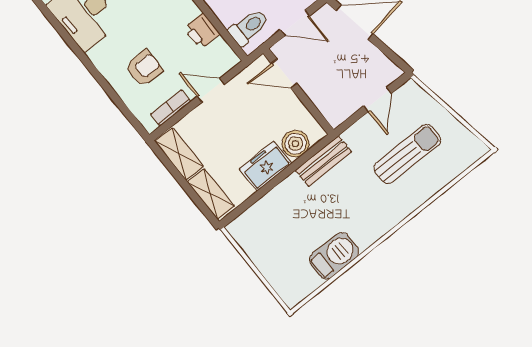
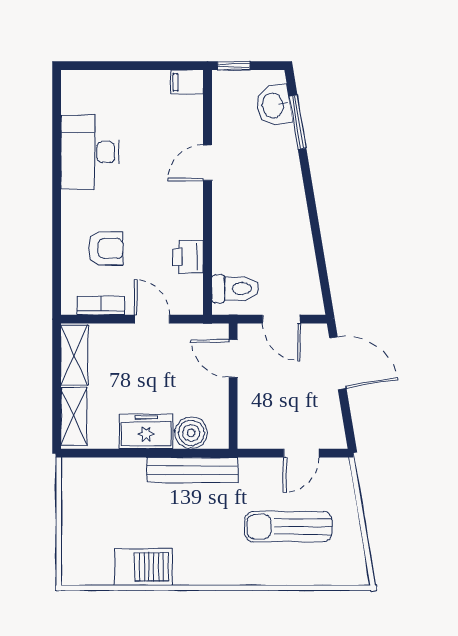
sun lounger: (407, 154) -> (288, 527), turned 180
bench: (323, 161) -> (192, 470), width x1.36

